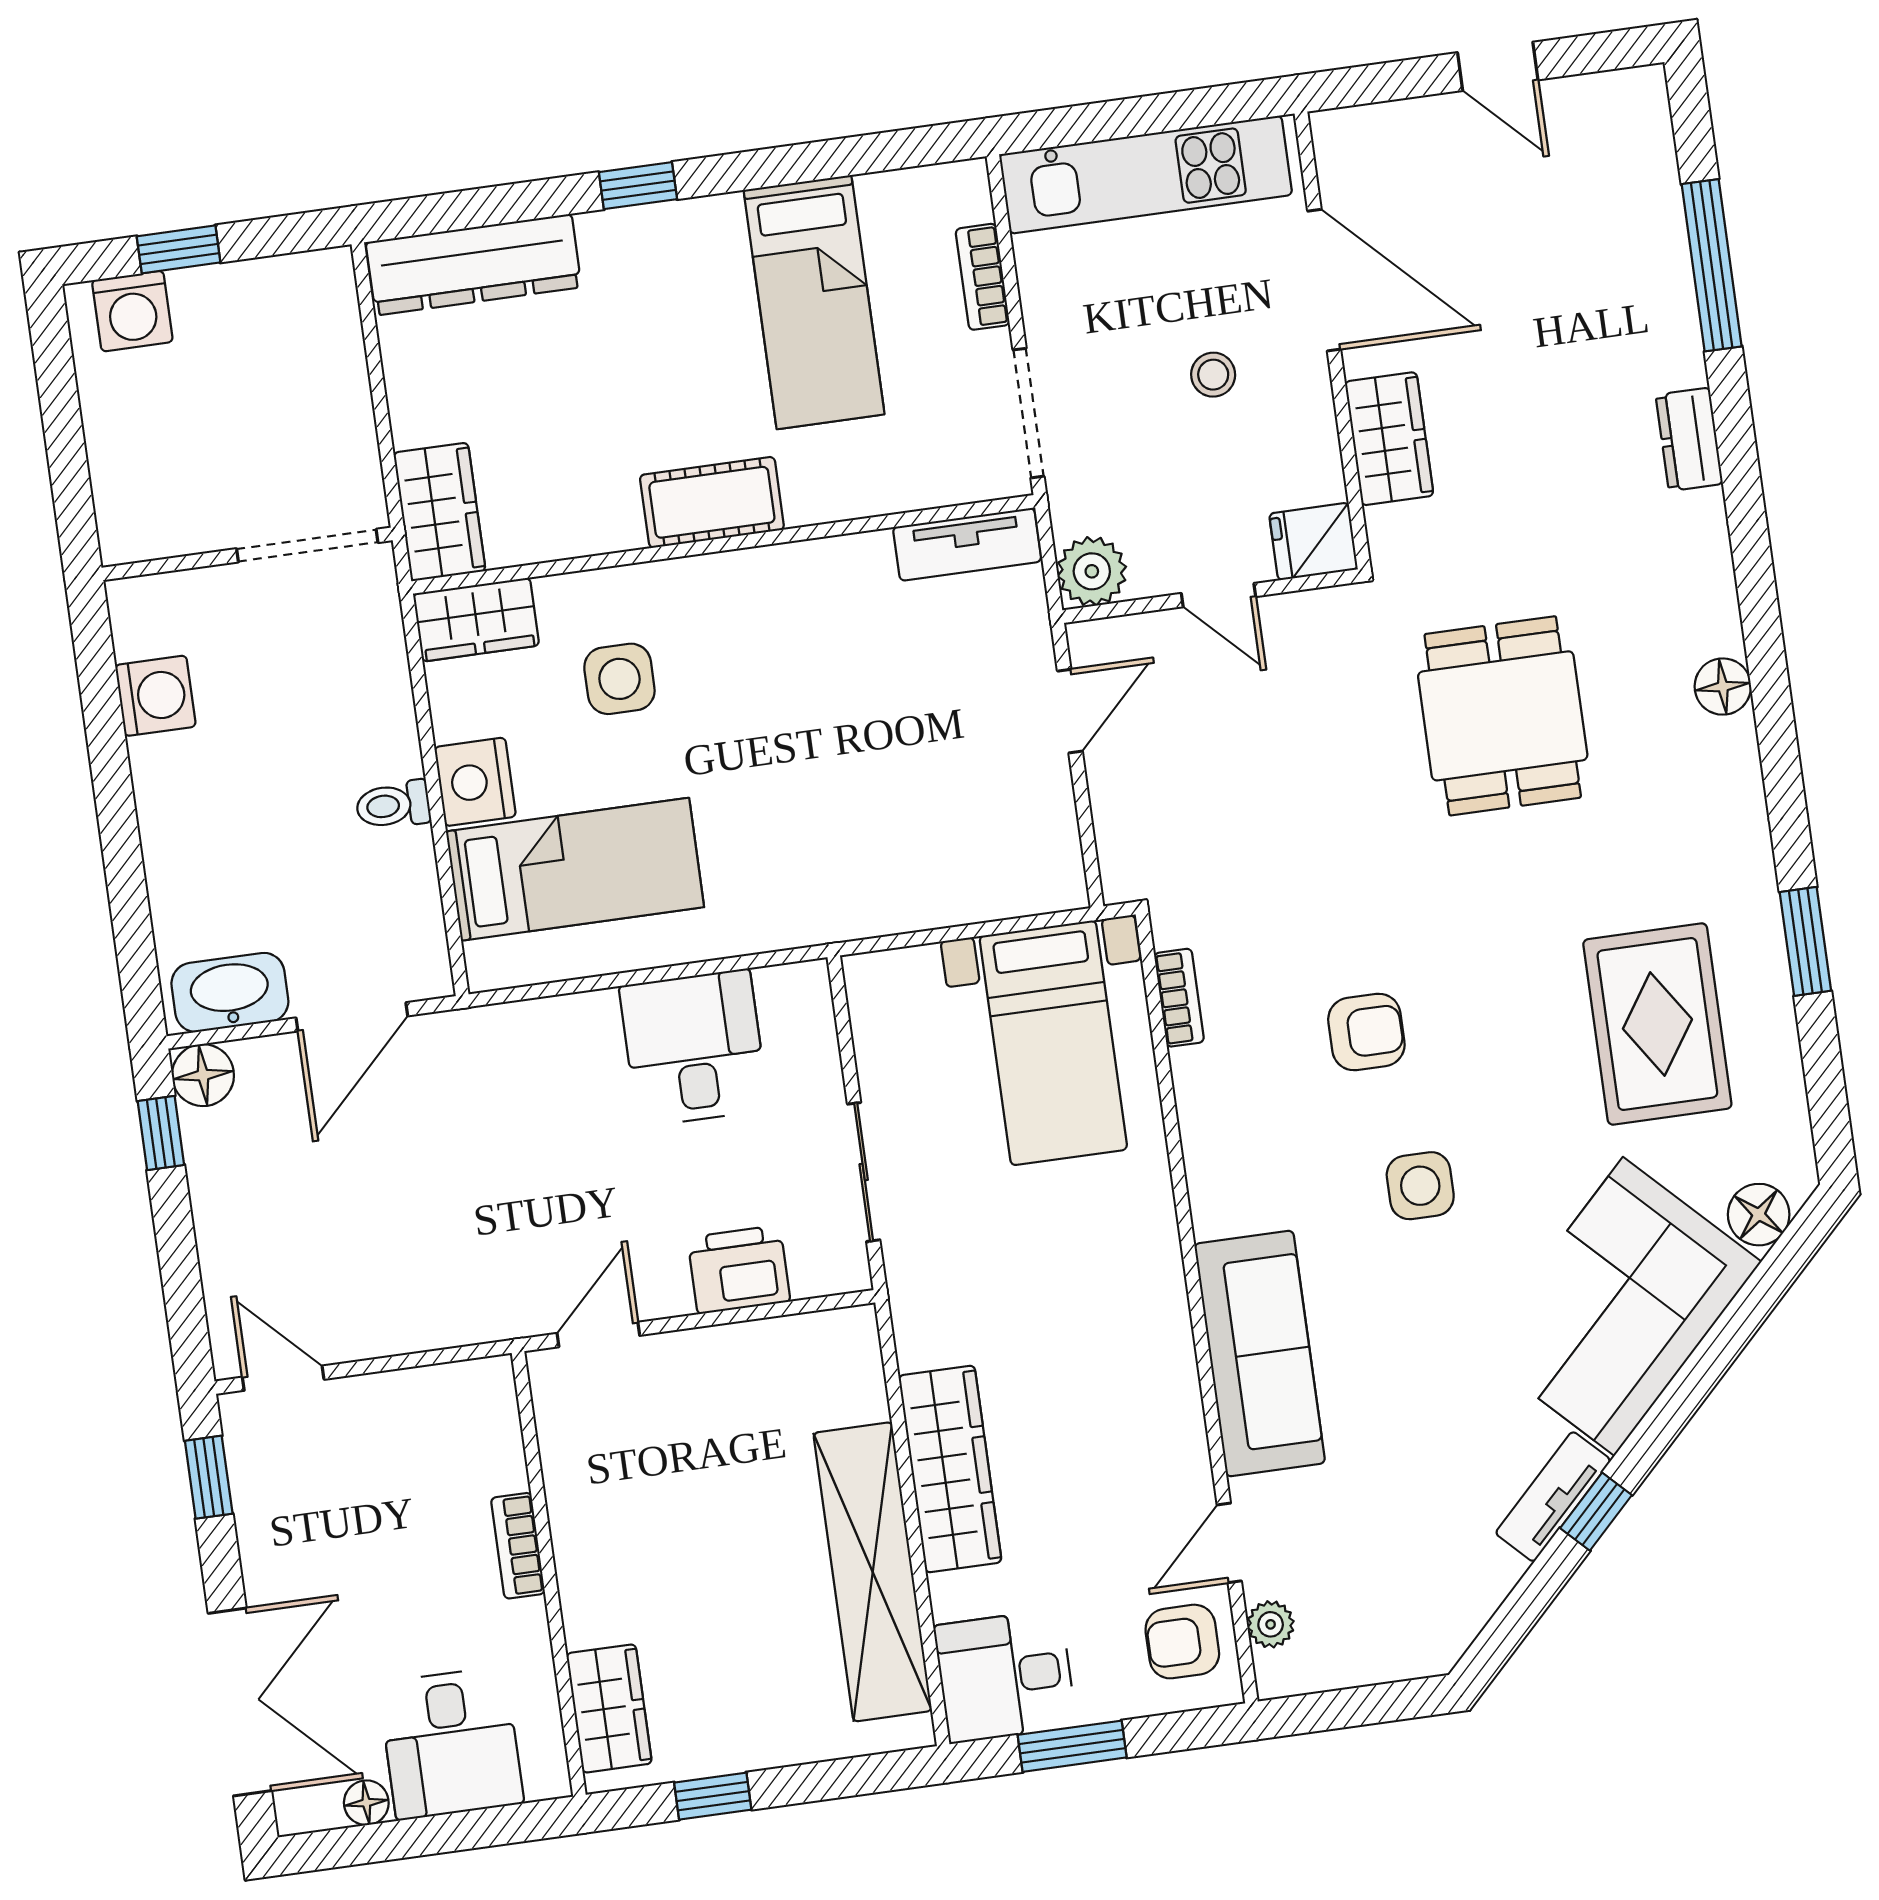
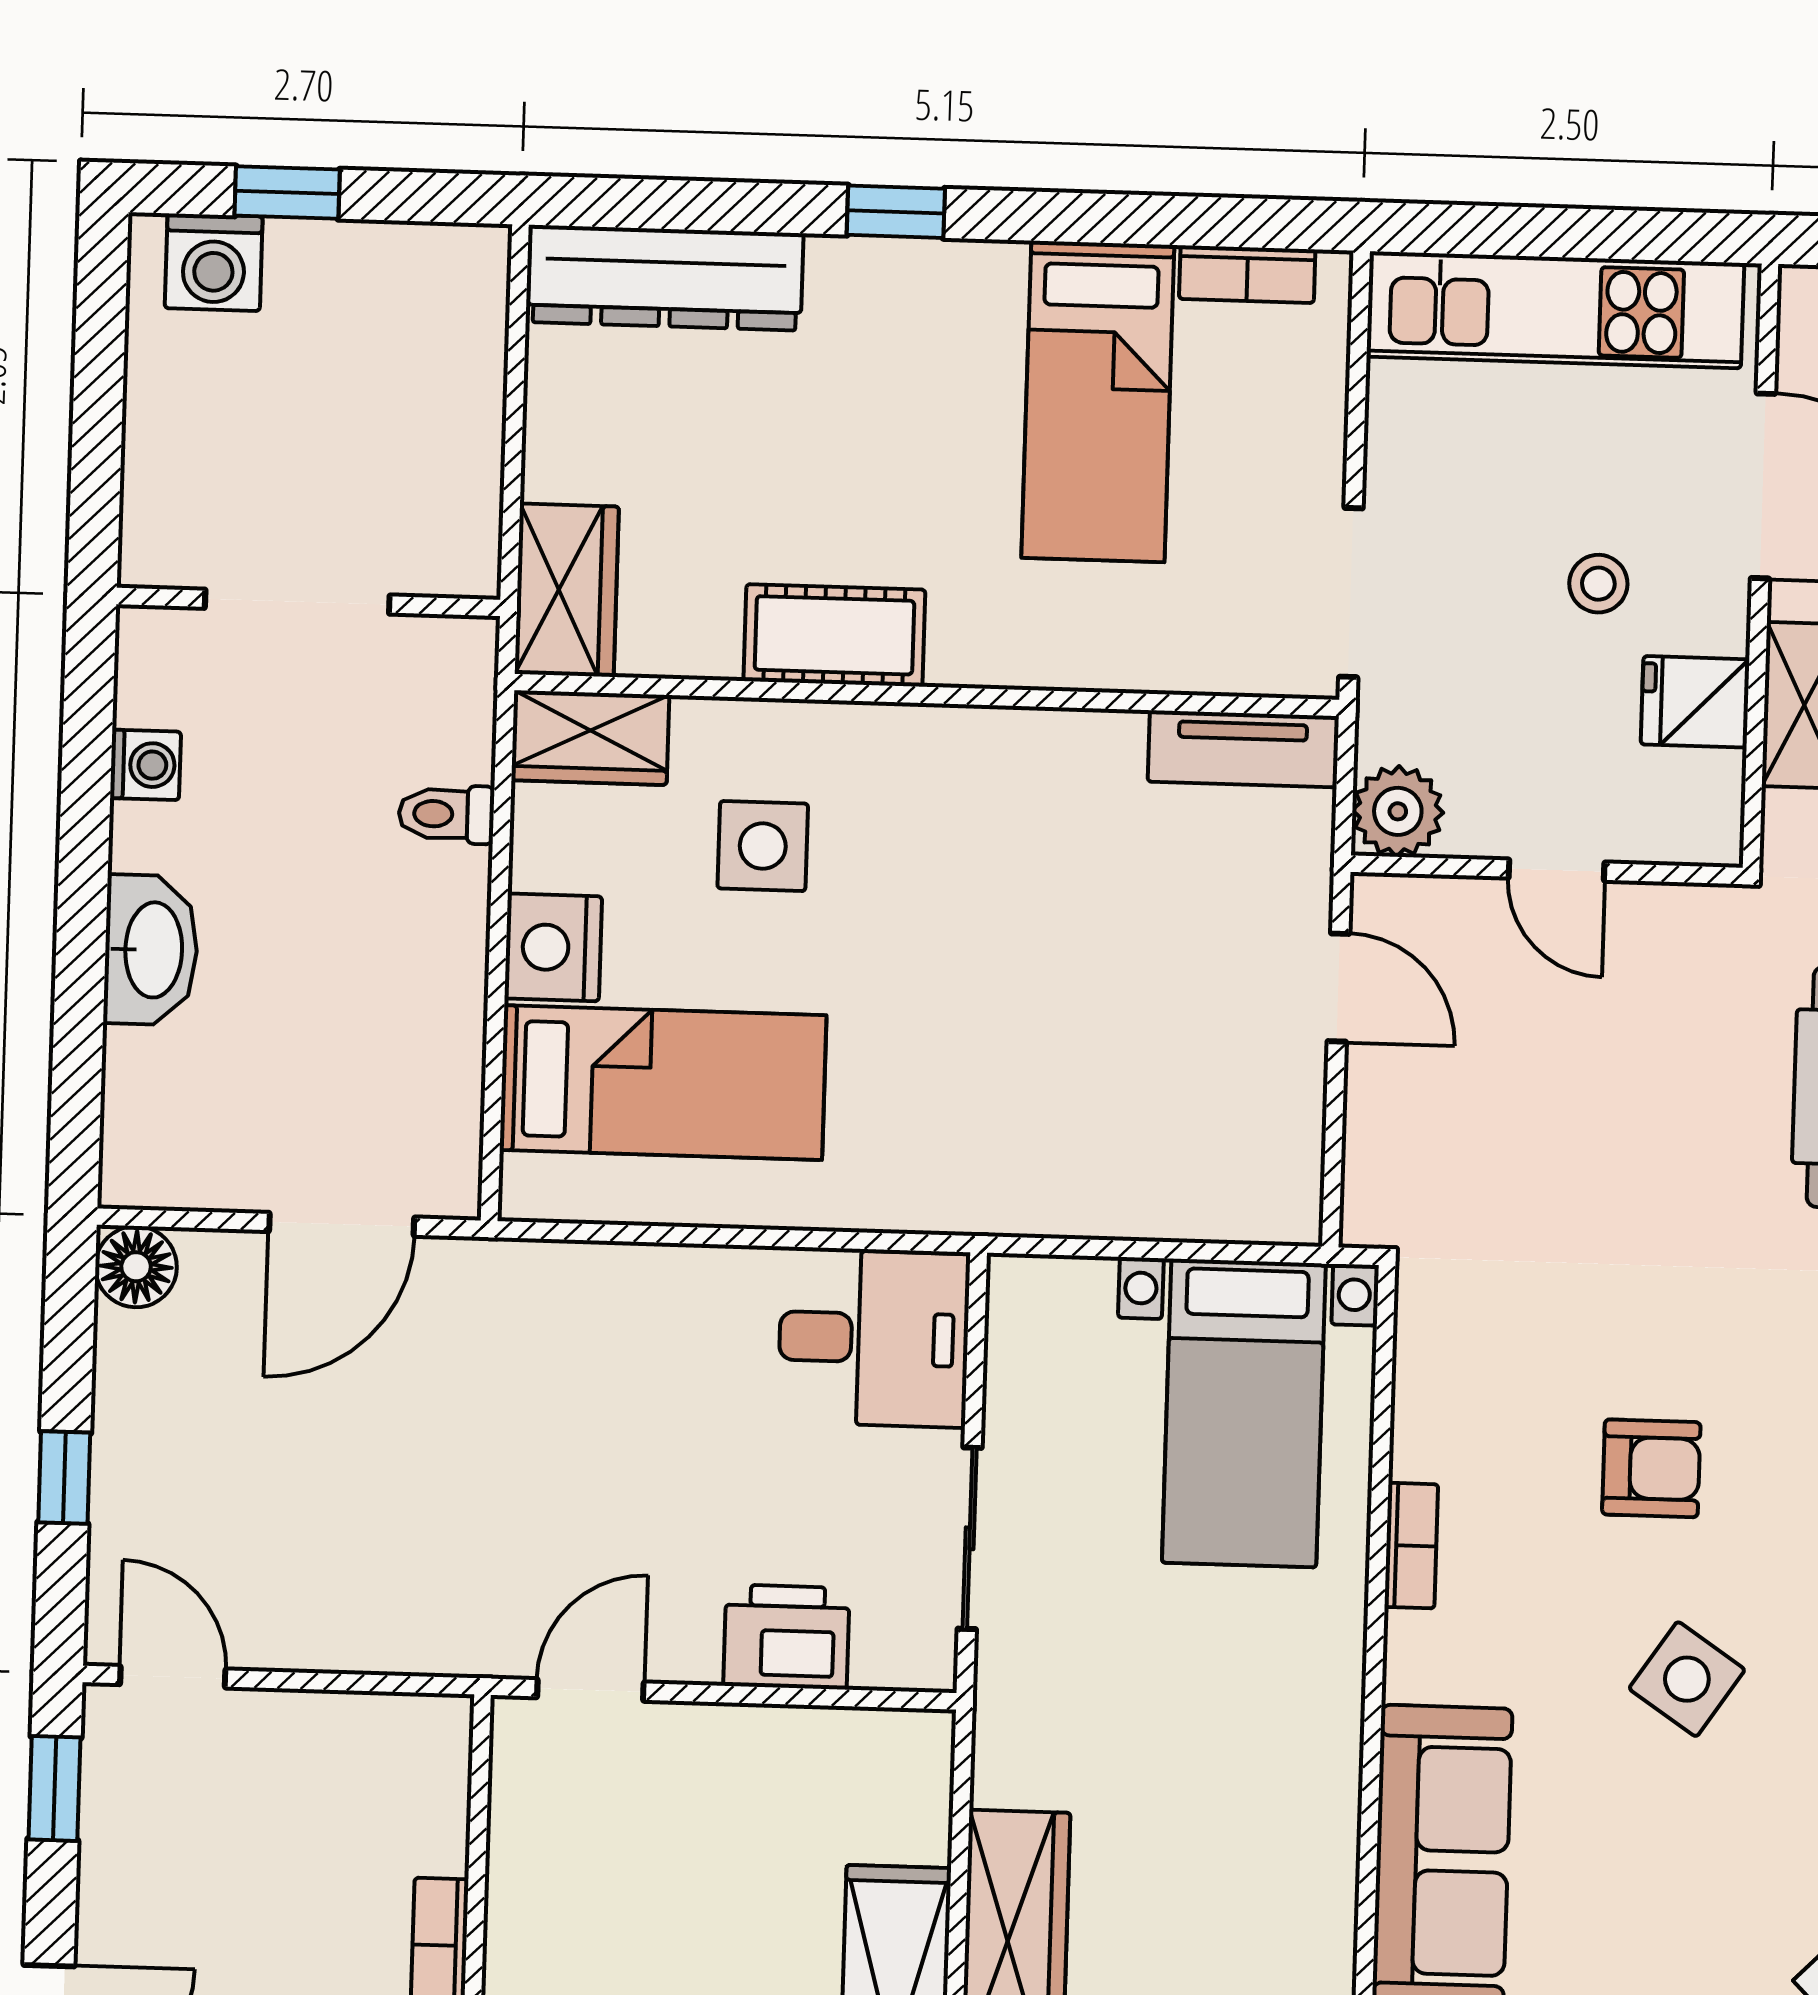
bookcase: (983, 277) -> (1247, 274), moved, turned -90
cot: (712, 502) -> (834, 635), moved
fridge: (1313, 541) -> (1695, 702), moved
doorway: (307, 546) -> (297, 602), moved
washing machine: (155, 696) -> (145, 765), width x0.73, depth x0.73
door: (1070, 711) -> (1338, 987), hinge flipped
toilet: (393, 805) -> (446, 814), moved
washbasin: (230, 992) -> (151, 950), moved, turned 90
bookcase: (1179, 998) -> (1411, 1546), moved
desk: (694, 1048) -> (874, 1338), moved, turned 90
window: (161, 1133) -> (64, 1478), moved
side table: (1420, 1186) -> (1687, 1679), turned 34

